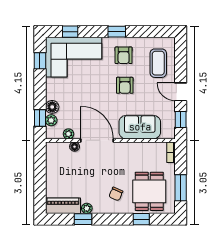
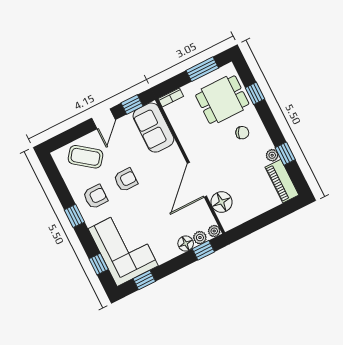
coffee table: (158, 63) -> (85, 157), turned 37
sofa: (140, 127) -> (153, 128), moved
plant: (68, 134) -> (214, 231), moved
floor lamp: (75, 147) -> (222, 202), width x1.89, depth x1.89

